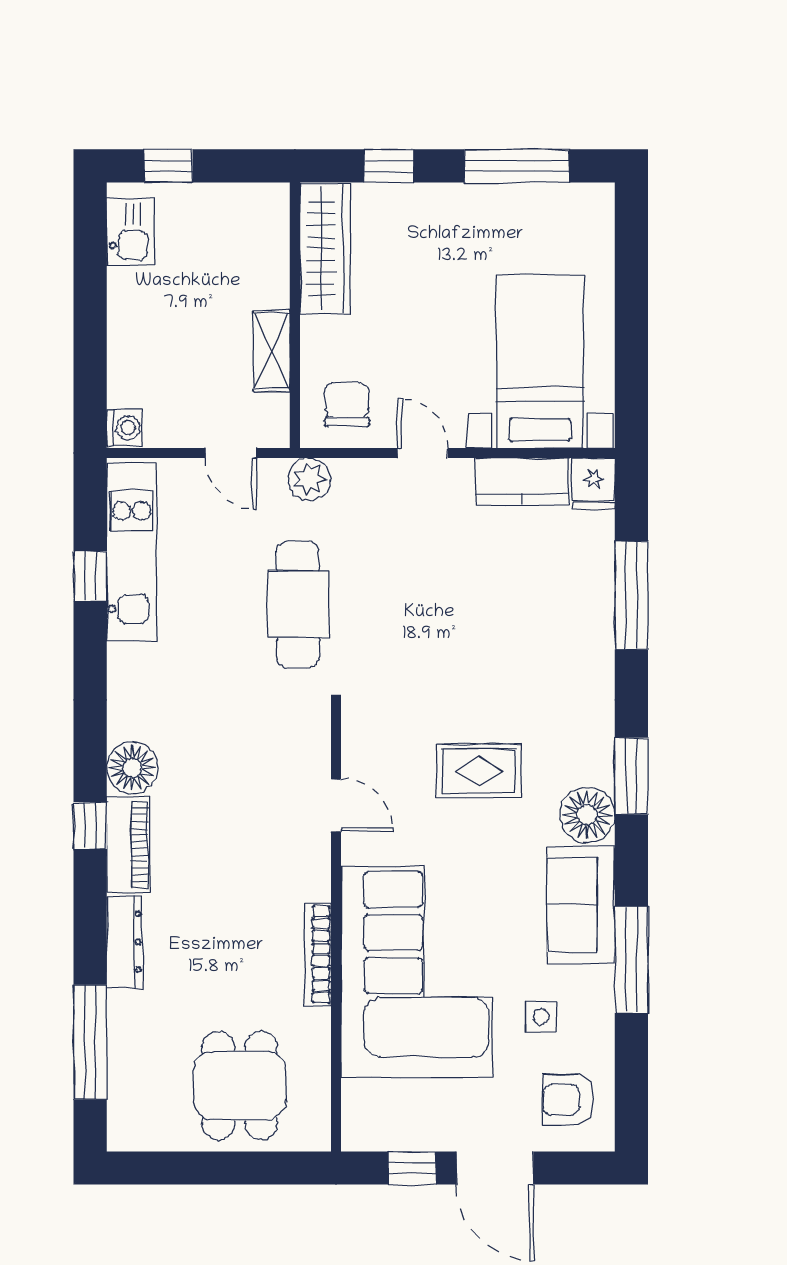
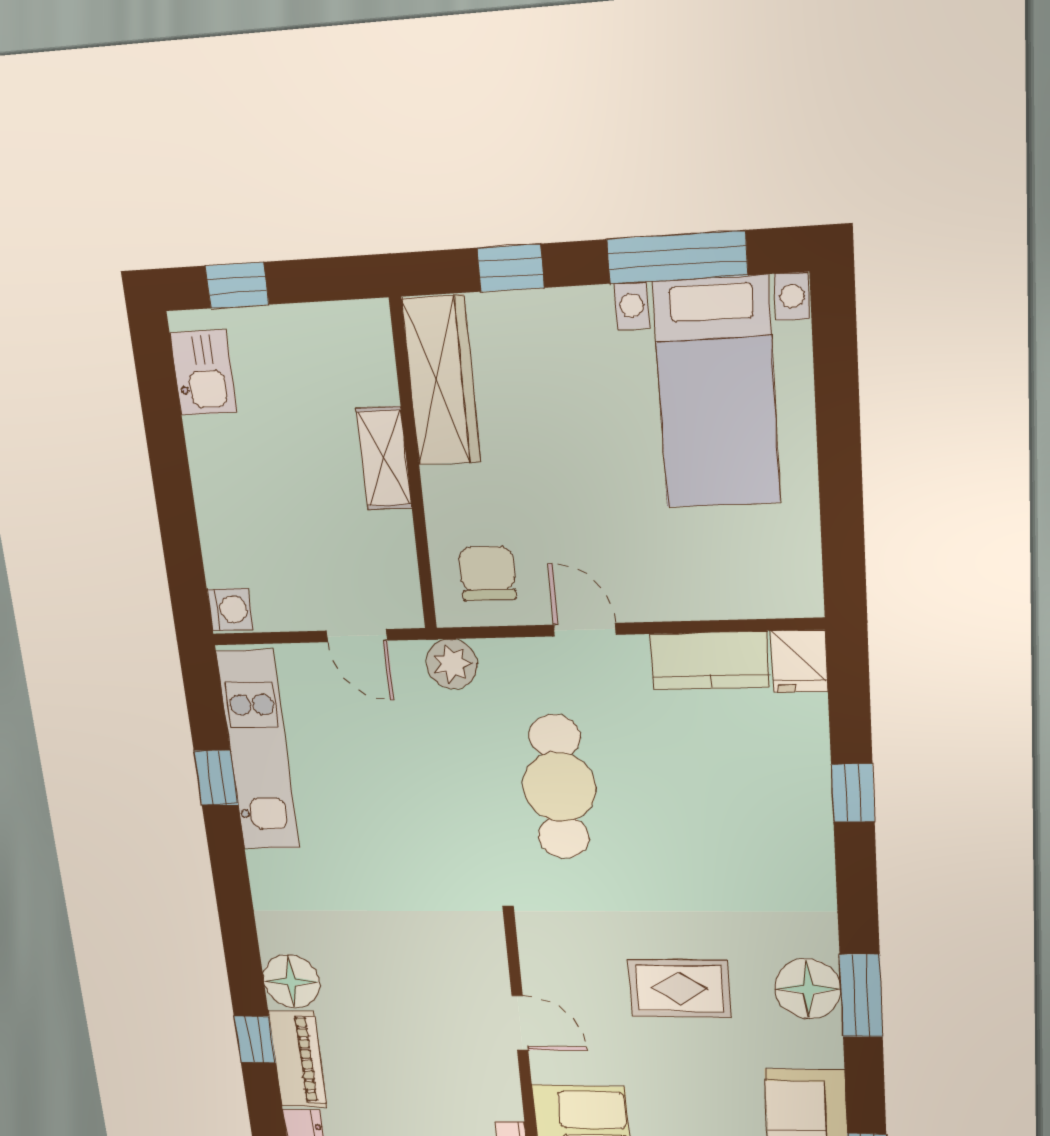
shelving: (272, 351) -> (384, 458), moved
bed with nightstands: (540, 362) -> (717, 393), moved, turned 180
window: (631, 595) -> (853, 793), width x0.46
cafe table: (298, 604) -> (559, 787), moved
floor lamp: (587, 815) -> (808, 989), moved

